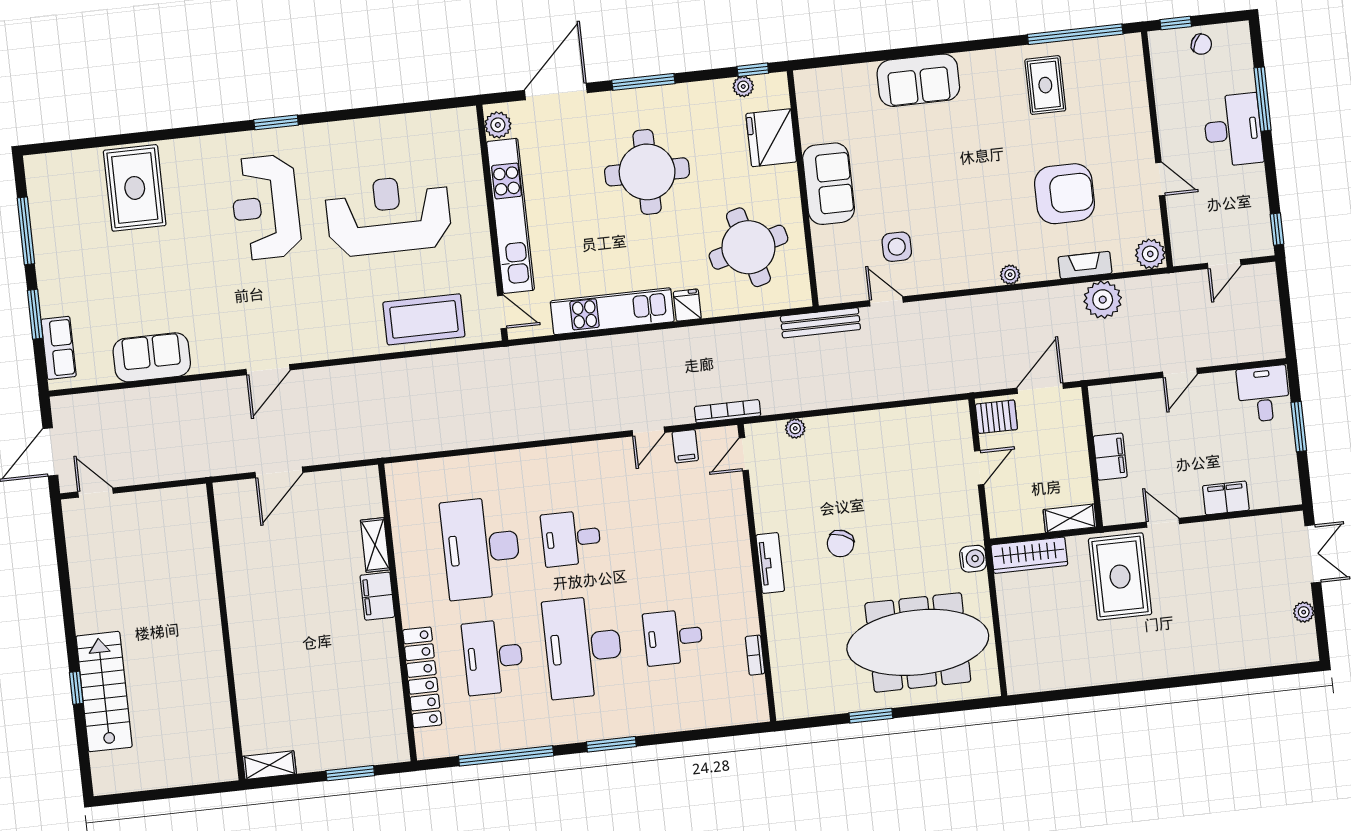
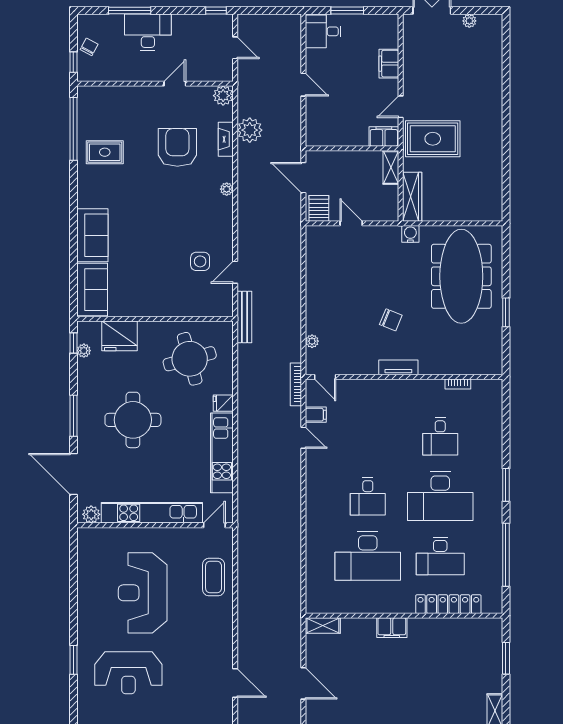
sofa: (829, 184) -> (92, 290), moved, turned 90
coffee table: (424, 319) -> (214, 577), width x0.73, depth x0.76
filing cabinet: (1110, 457) -> (384, 137), moved
shelving: (375, 545) -> (323, 626), moved

